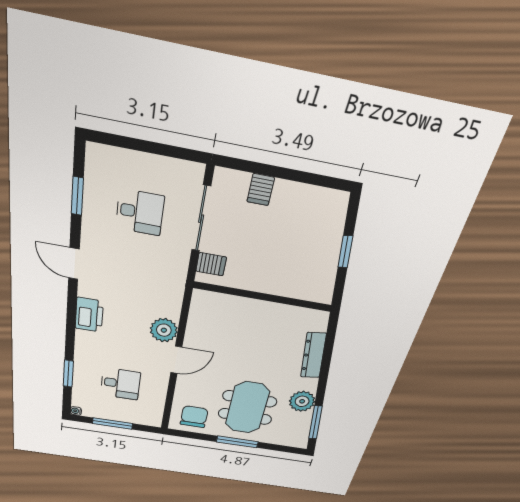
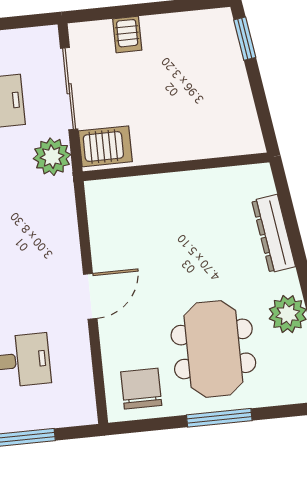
window: (345, 252) -> (245, 39), moved
server rack: (211, 264) -> (105, 146), width x1.36, depth x1.44
plant: (164, 330) -> (52, 157), moved

